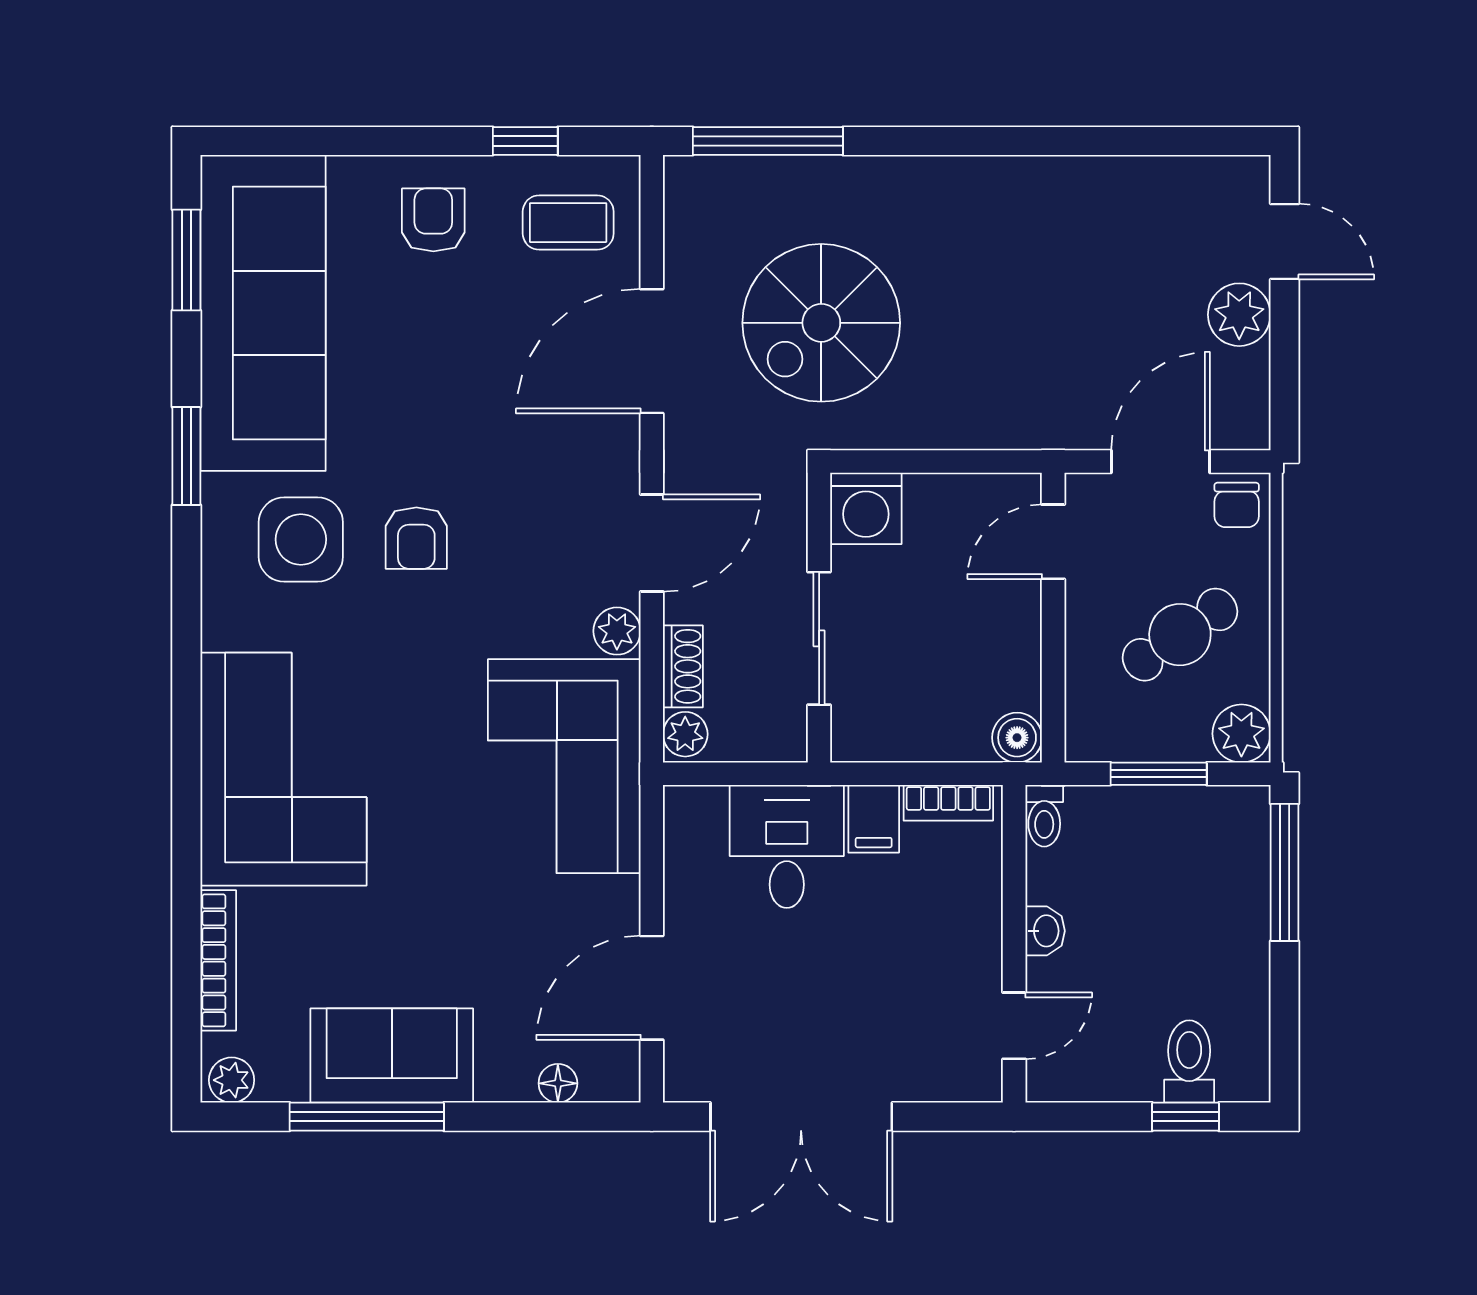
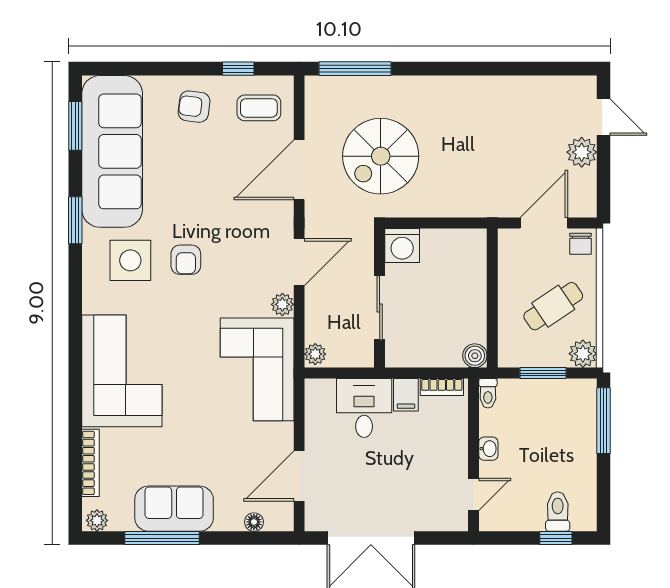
armchair: (433, 220) -> (194, 107), turned -83
door: (1053, 542) -> (492, 261), removed
shoe rack: (683, 666) -> (314, 321), removed

